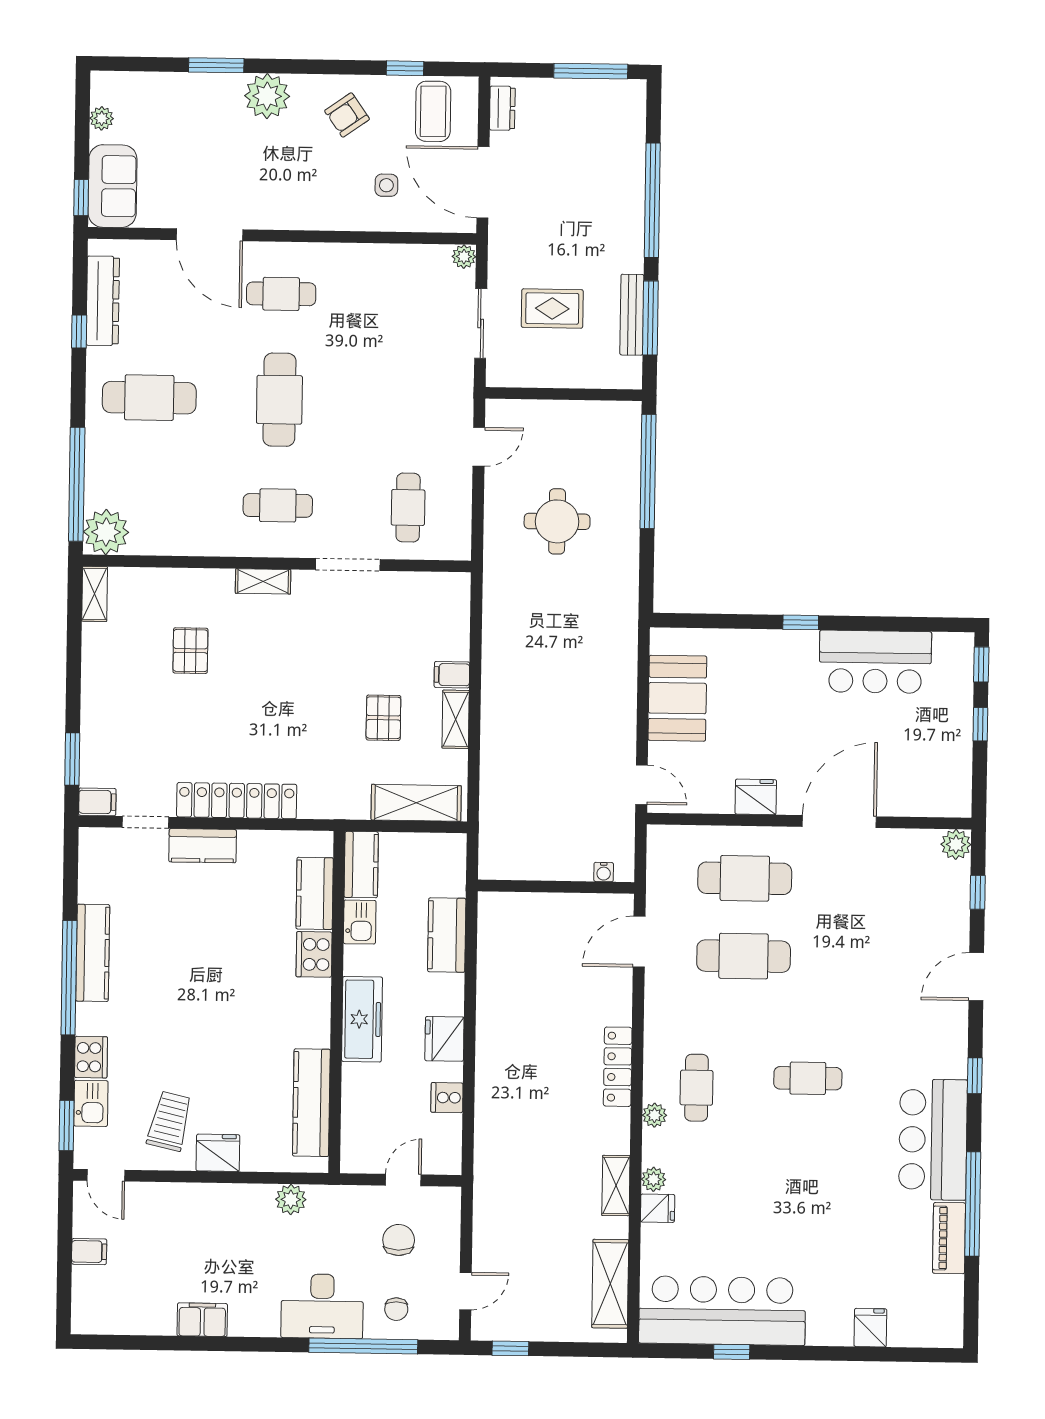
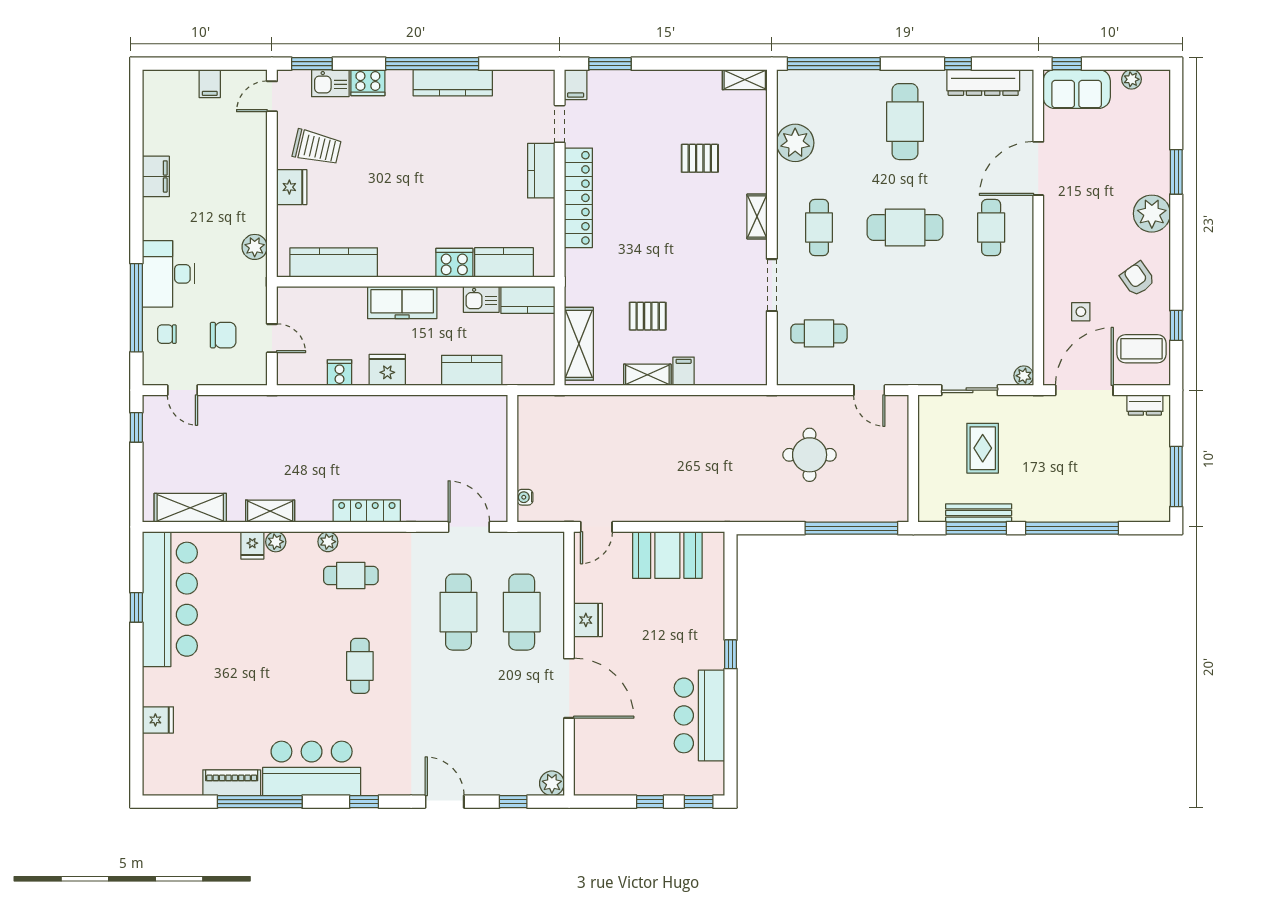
plant: (106, 532) -> (795, 143), moved

